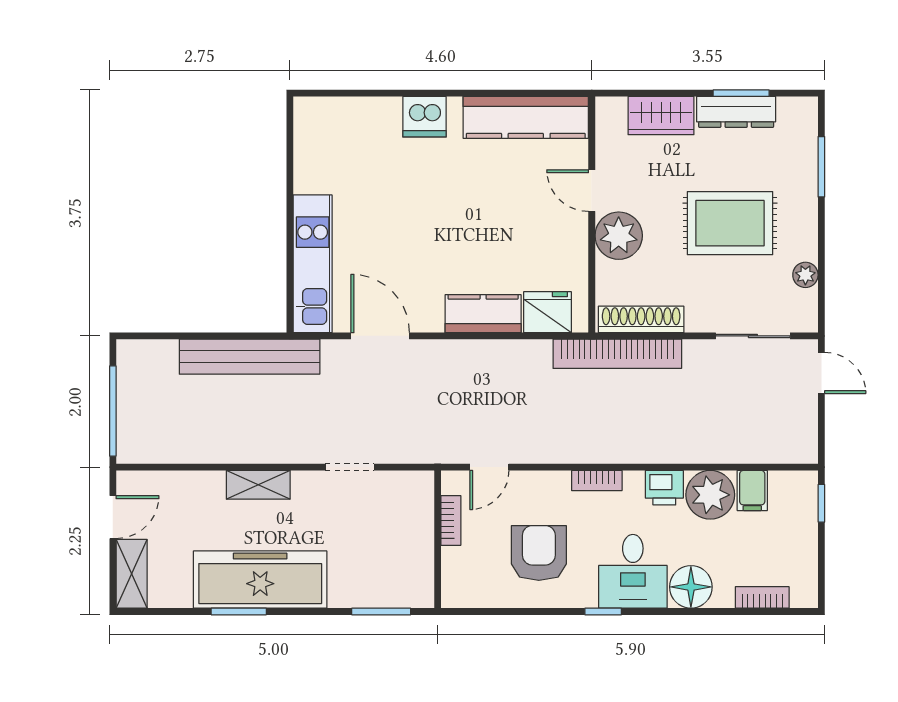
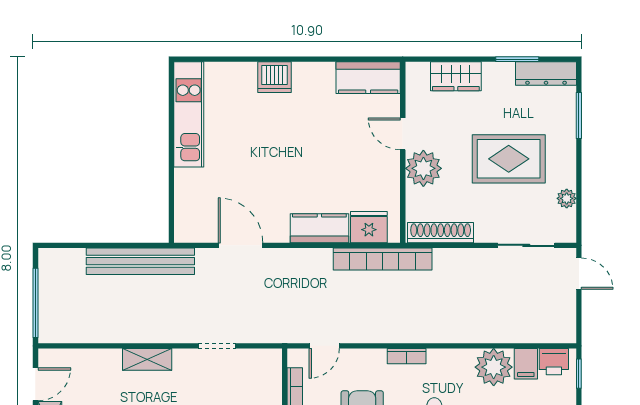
dresser: (736, 112) -> (546, 73), moved
kitchen counter: (526, 117) -> (368, 78), width x0.67
kitchen unit: (313, 264) -> (189, 114), moved
bookcase: (617, 354) -> (383, 259), moved
printer: (664, 488) -> (554, 362), moved

